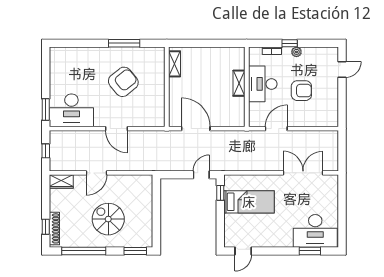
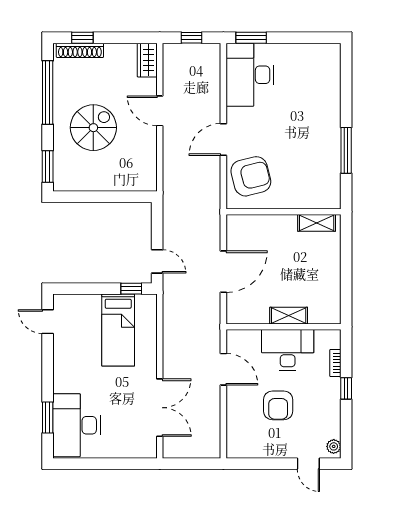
plant: (296, 52) -> (334, 446), moved
armchair: (123, 82) -> (251, 176), moved, turned -65
door: (196, 129) -> (223, 272), moved

